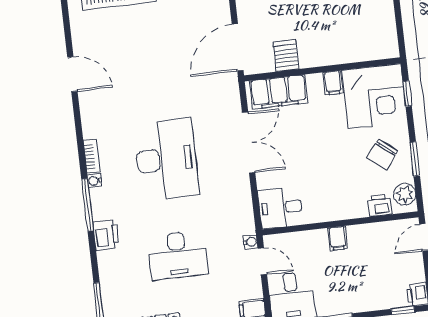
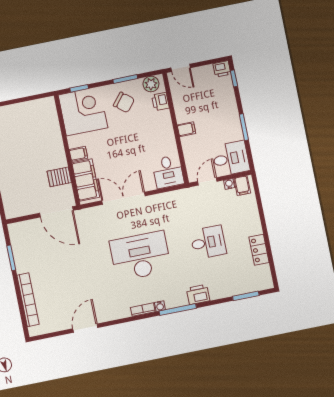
filing cabinet: (333, 83) -> (78, 154), moved
water cooler: (250, 242) -> (229, 184), moved
desk: (178, 255) -> (208, 242), width x0.73

